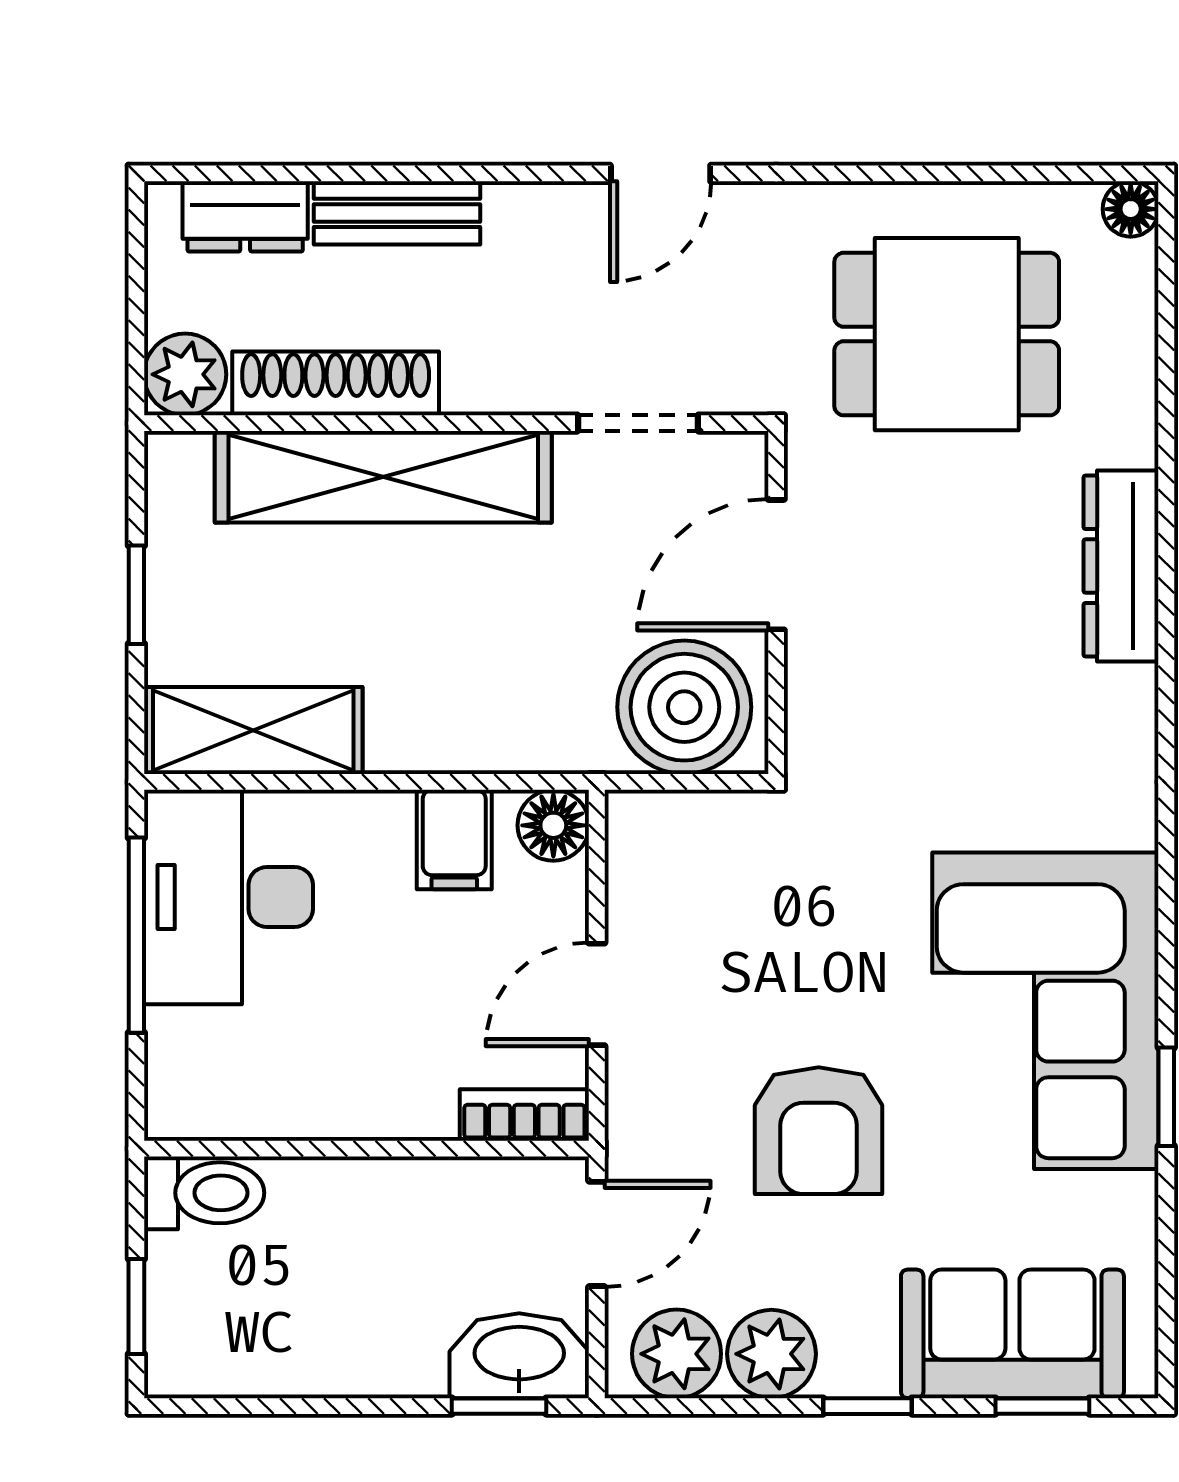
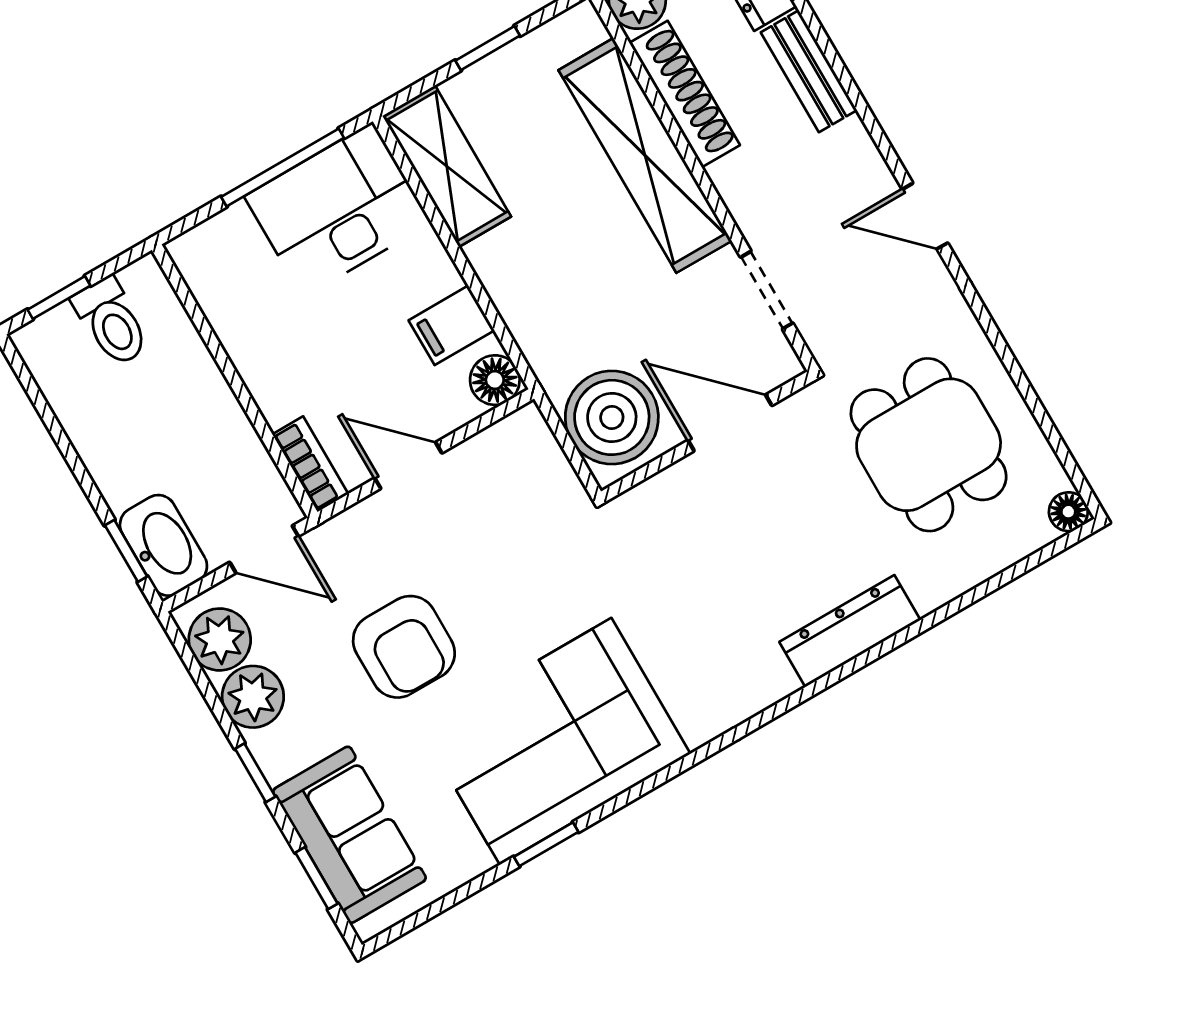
armchair: (819, 1131) -> (404, 647), turned -90
toilet: (204, 1193) -> (111, 322), moved

